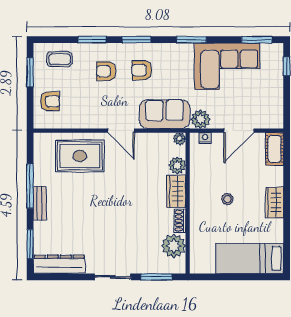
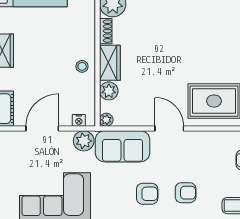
stool: (227, 199) -> (82, 66), moved

